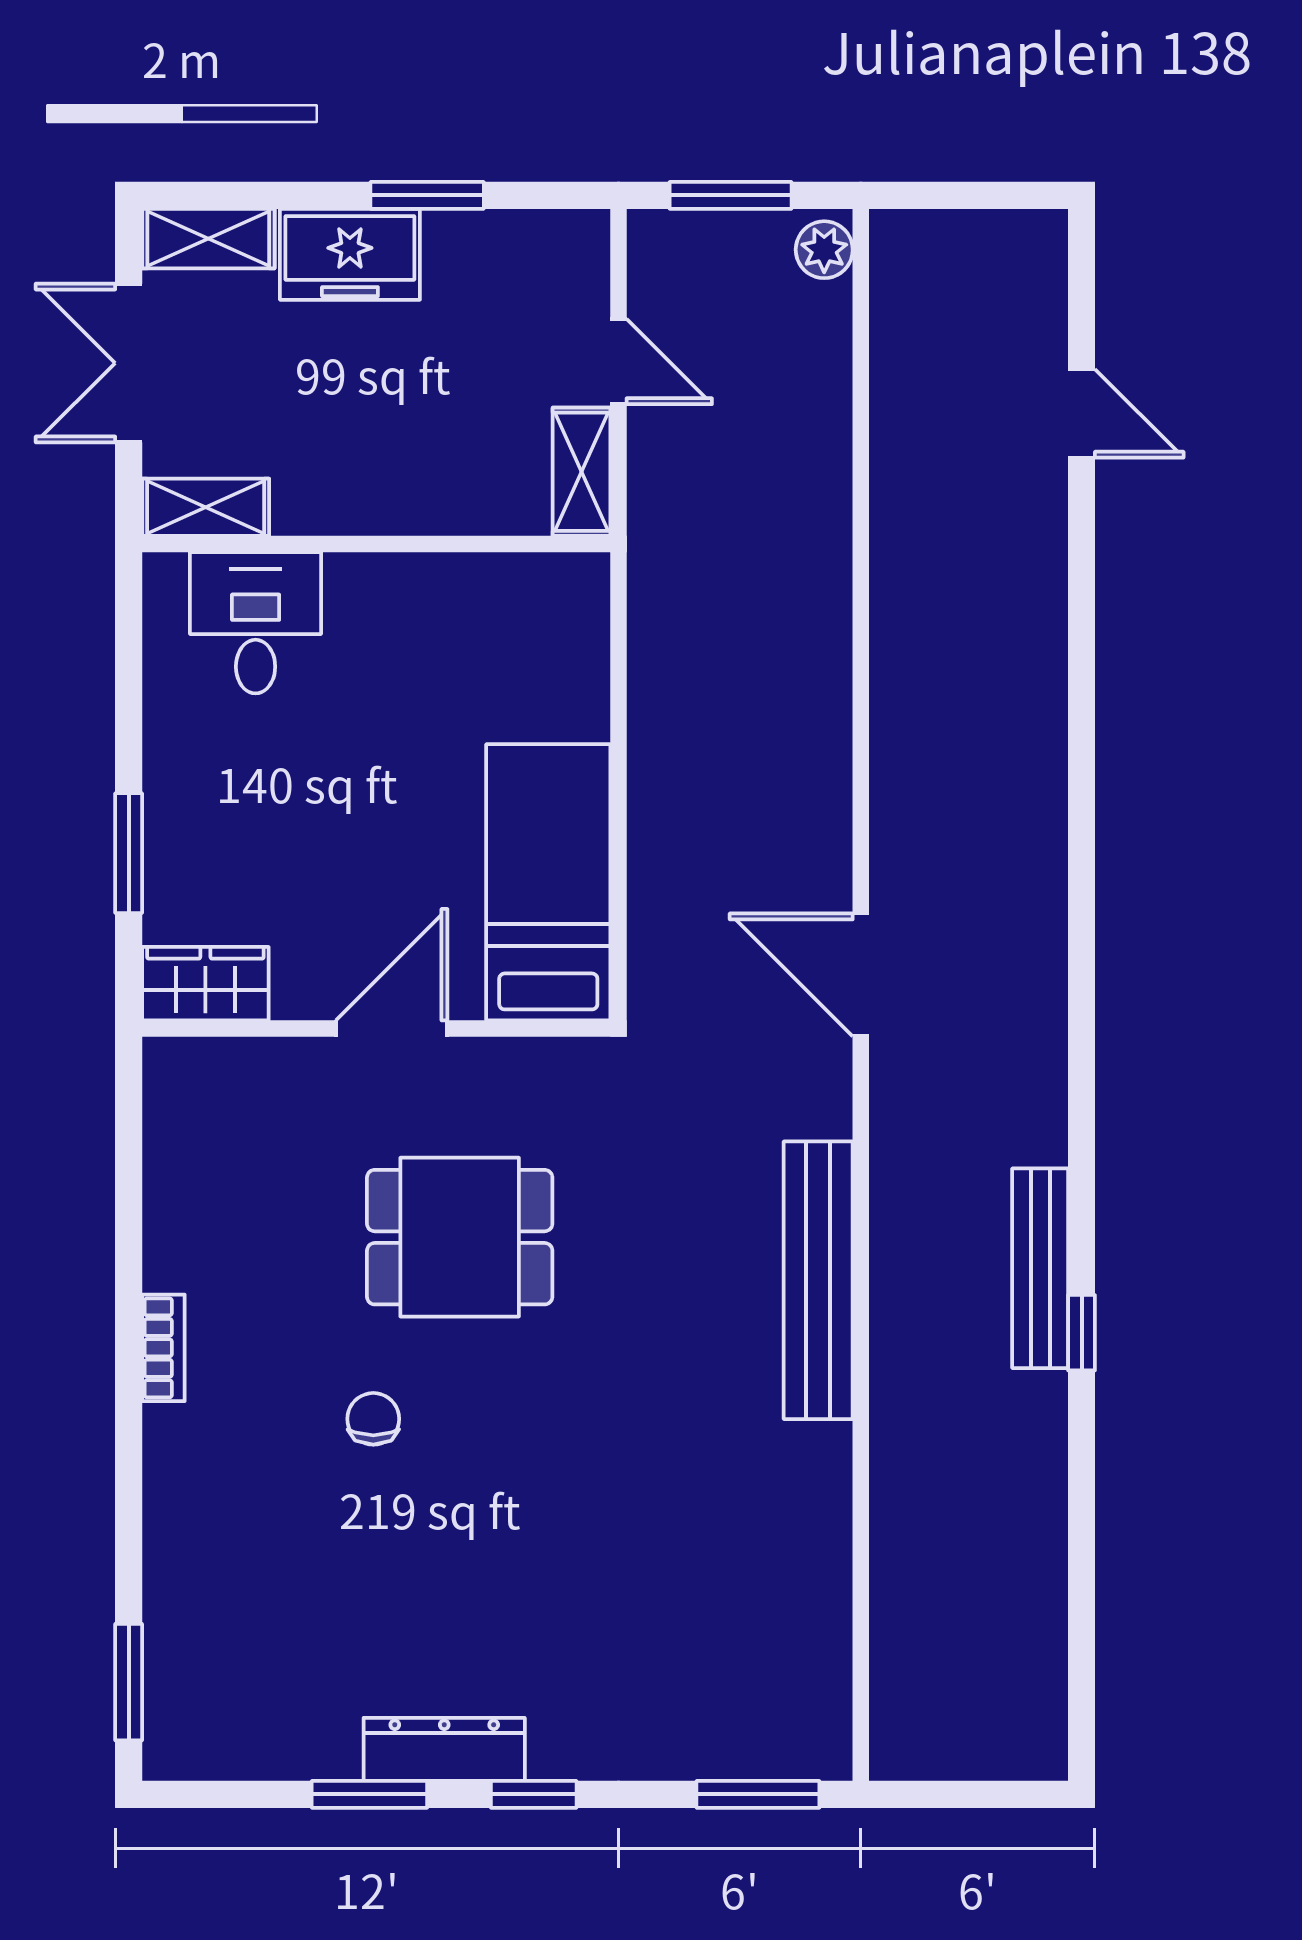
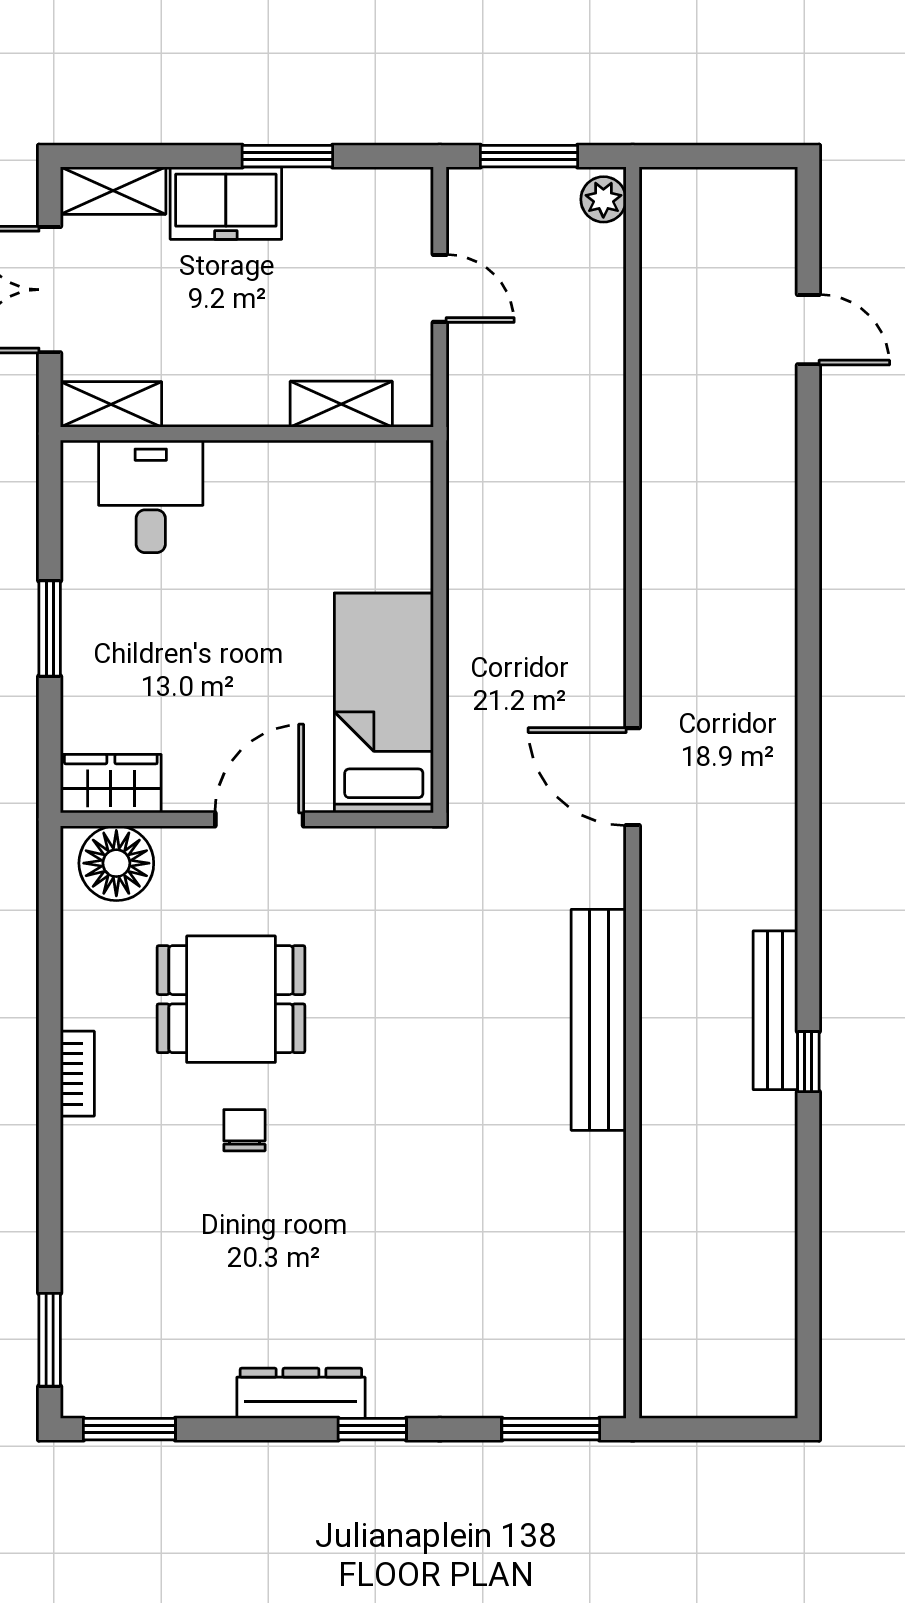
shelving: (582, 472) -> (341, 404), moved, turned 90
window: (129, 853) -> (50, 628), moved
floor lamp: (212, 1084) -> (116, 863), added
dining table: (460, 1237) -> (231, 999), moved
window: (369, 1794) -> (129, 1429), moved

